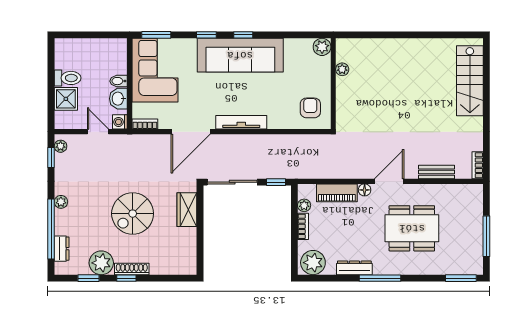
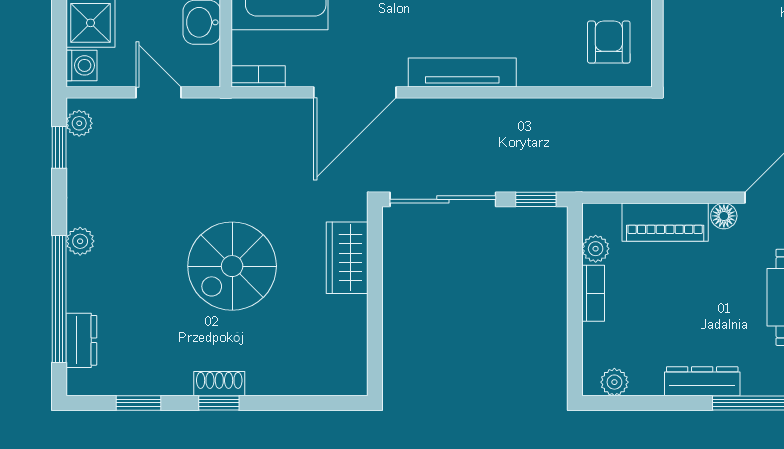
washing machine: (120, 122) -> (81, 65), moved, turned 180
plant: (101, 263) -> (166, 370), removed
plant: (313, 263) -> (614, 382), width x0.53, depth x0.53
shoe rack: (132, 269) -> (219, 384), width x0.70

